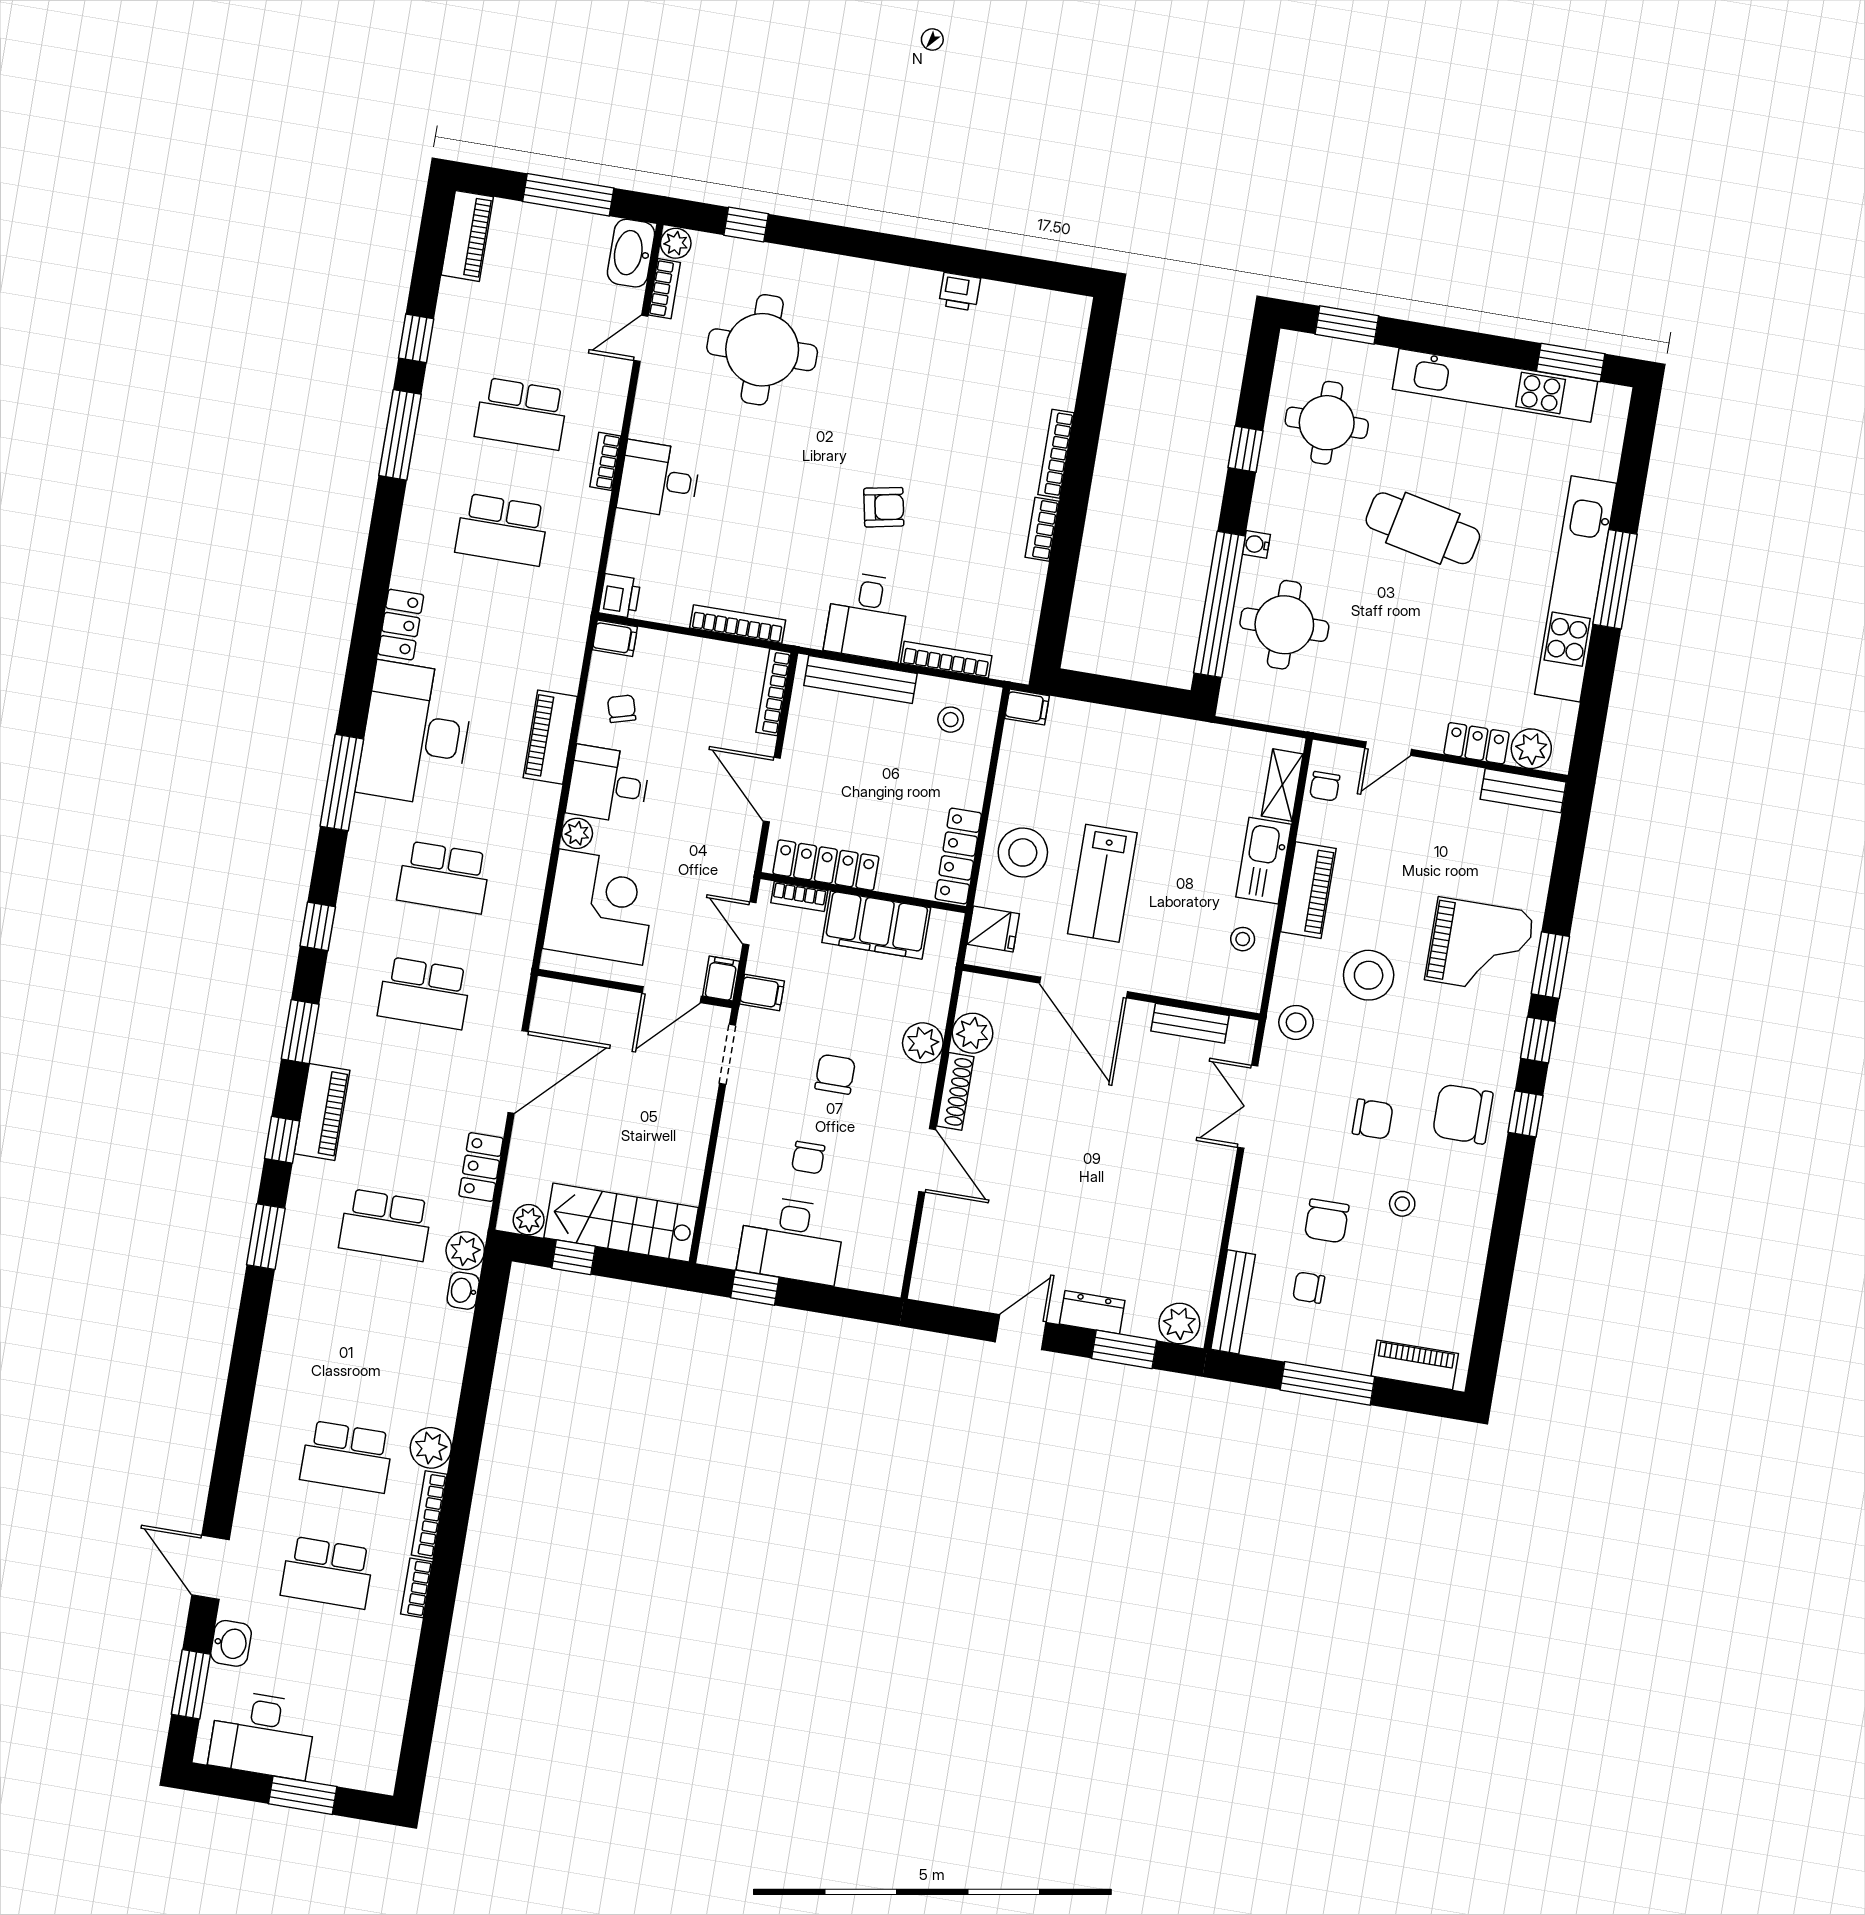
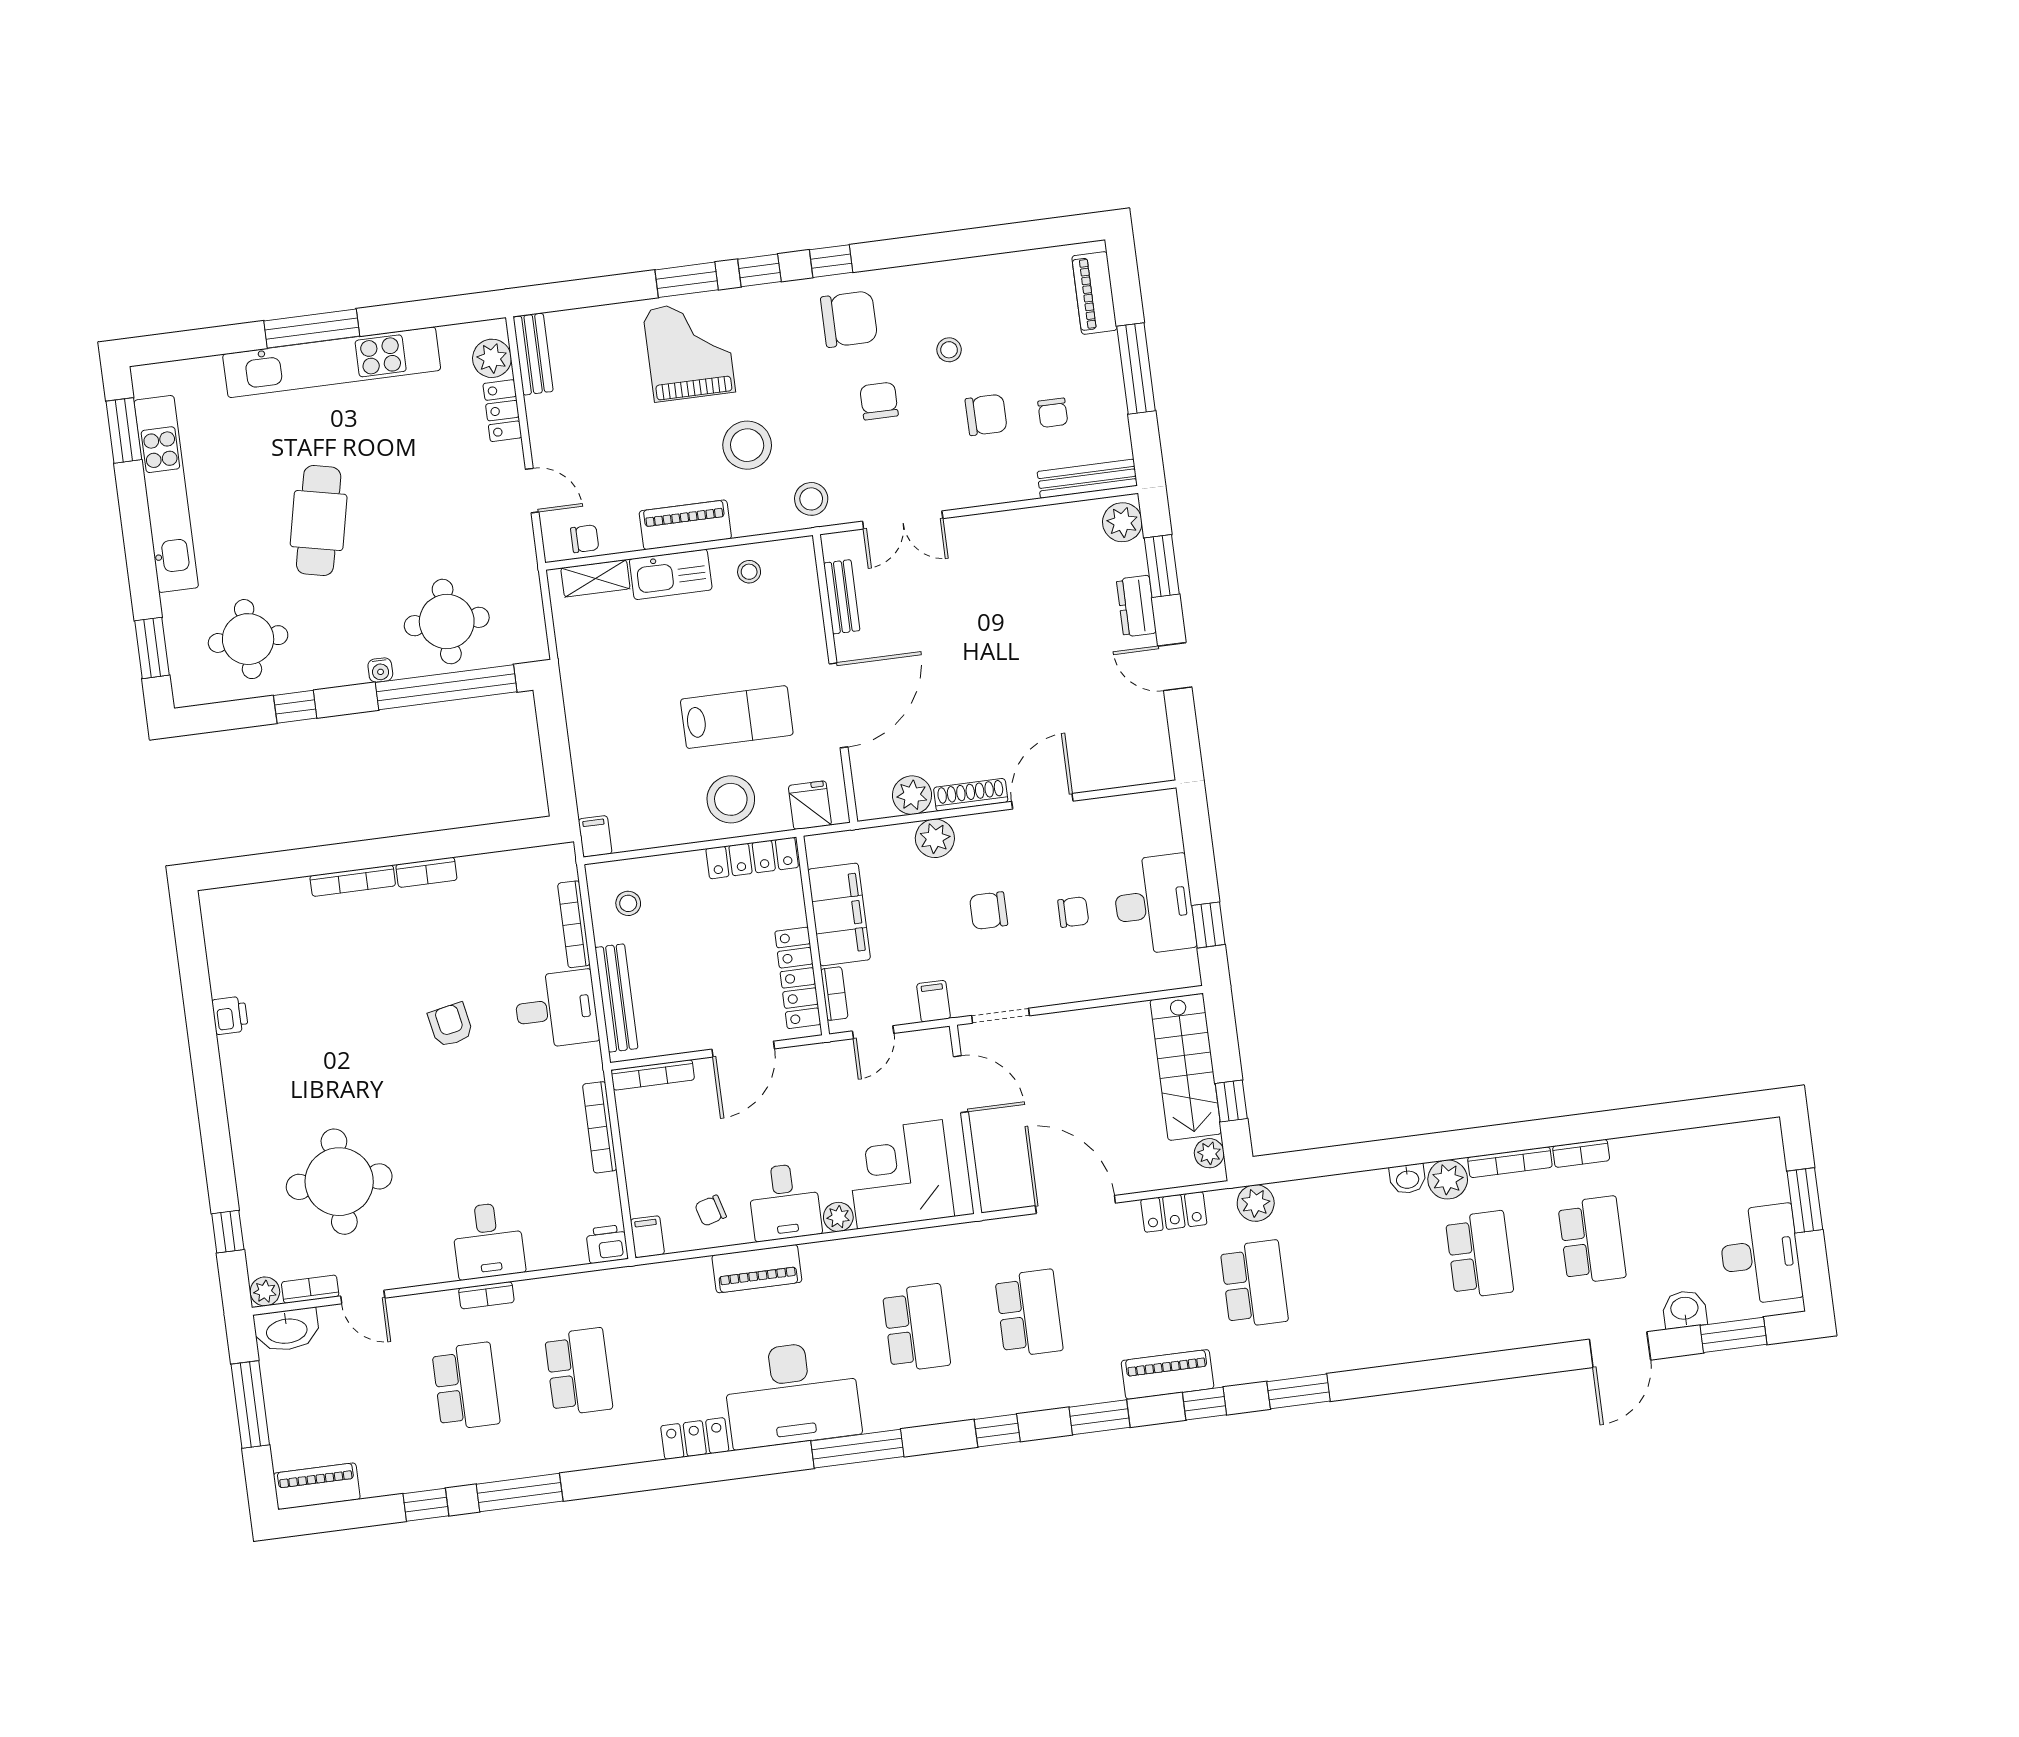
filing cabinet: (721, 979) -> (932, 1043), removed
chair: (1463, 1114) -> (849, 319), turned -90
washbasin: (463, 1291) -> (1407, 1179), moved

